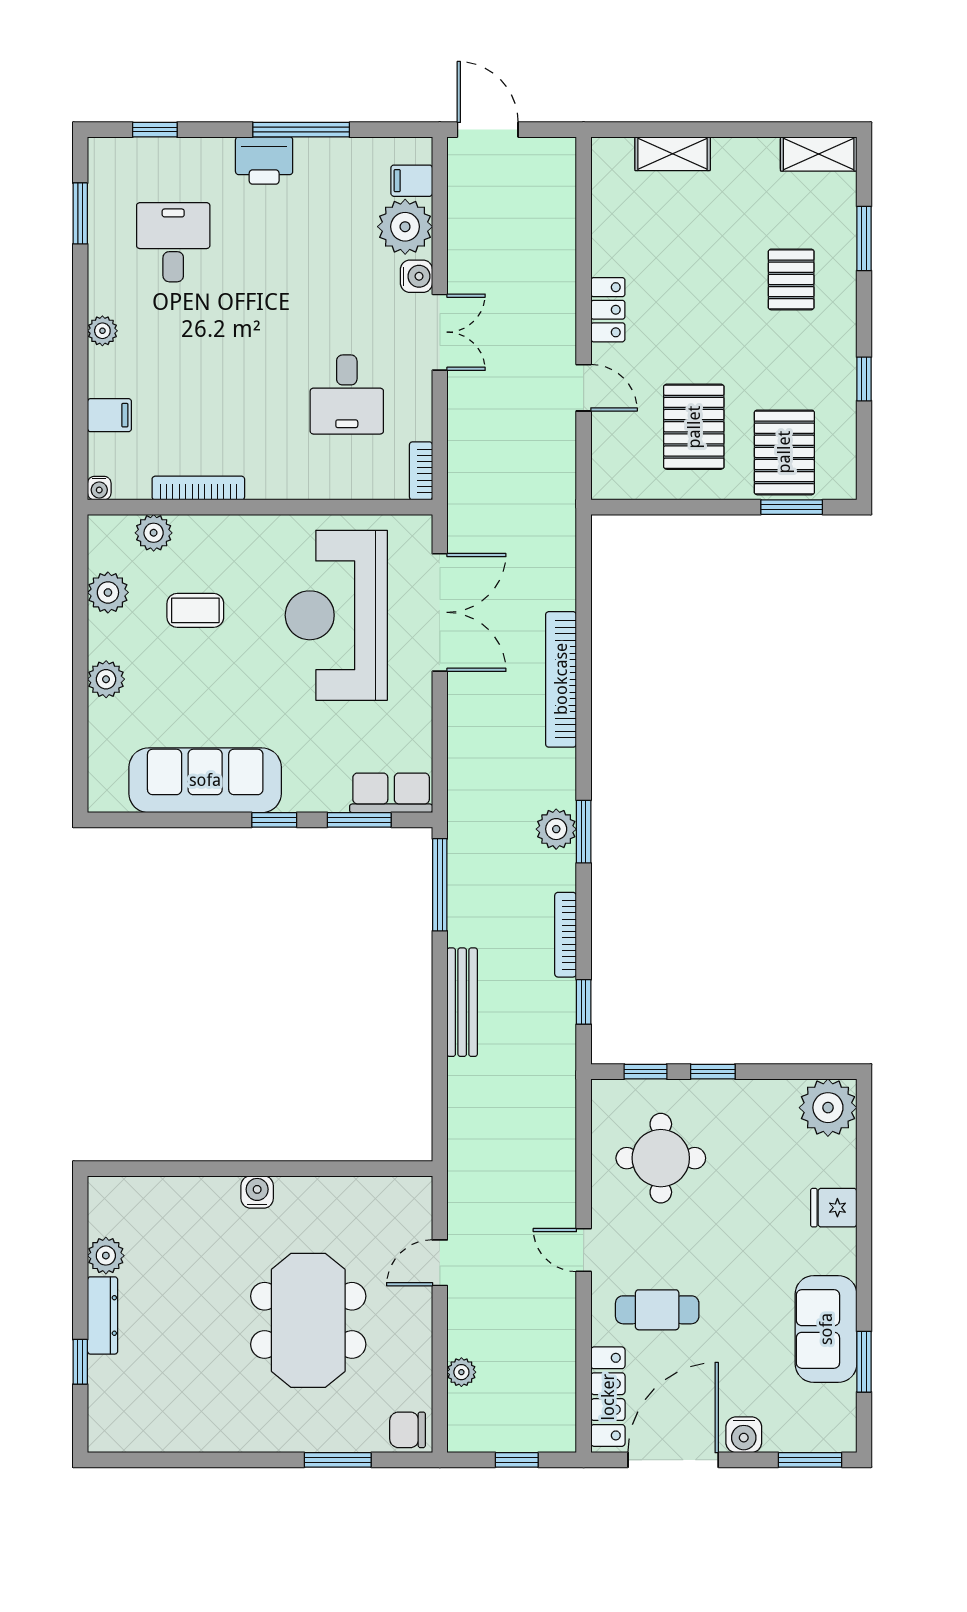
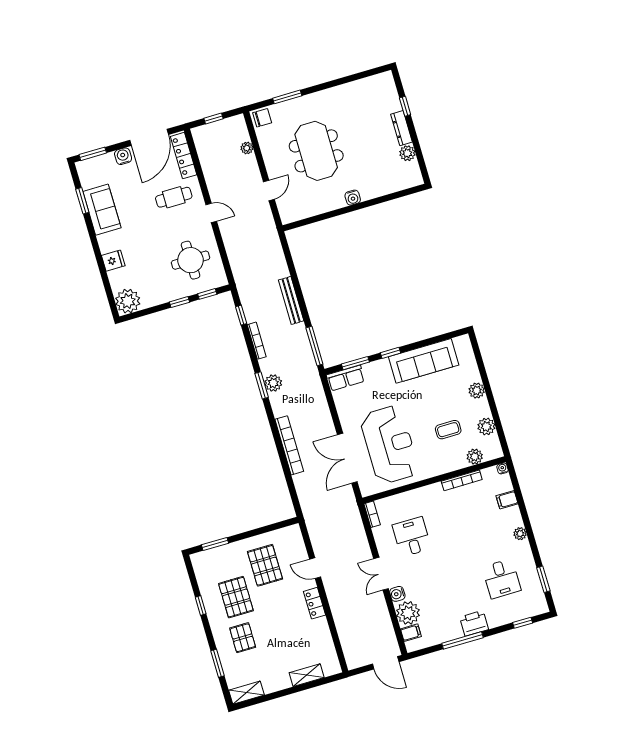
pallet: (784, 452) -> (236, 597), moved

